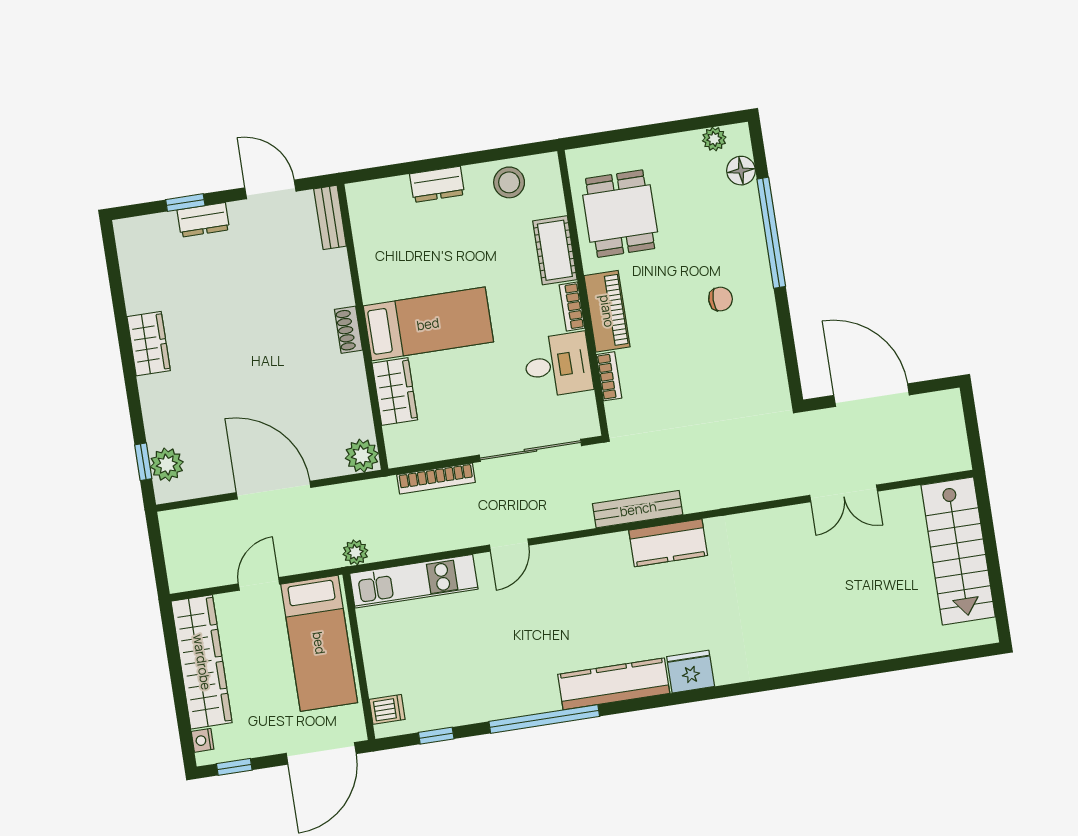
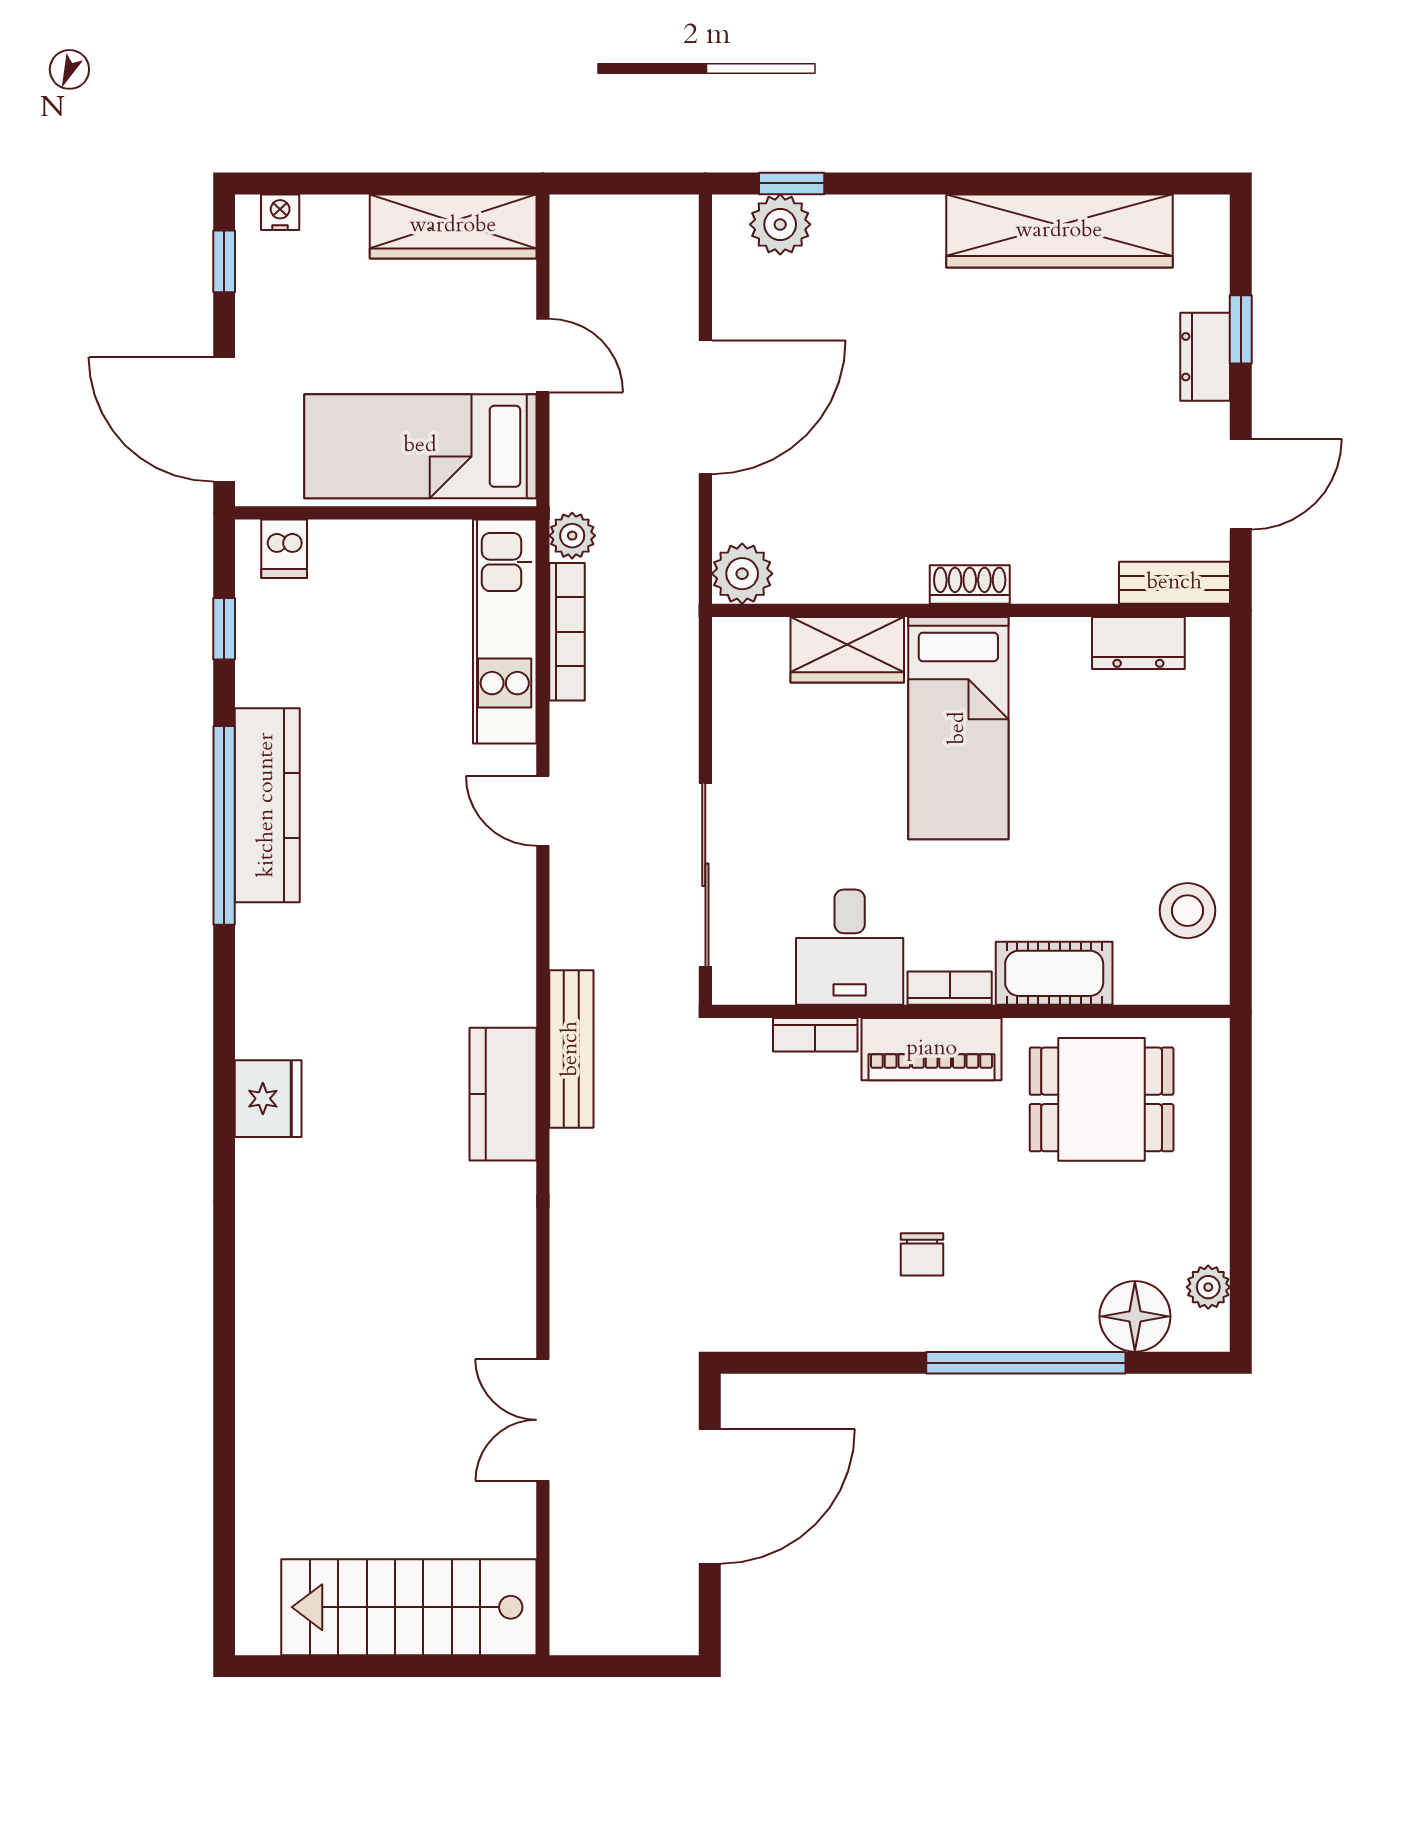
floor lamp: (741, 171) -> (1135, 1316), width x1.38, depth x1.38
dresser: (437, 184) -> (1138, 643), moved, turned -90
wardrobe: (149, 344) -> (1059, 231), width x2.10, depth x1.17
bookcase: (436, 479) -> (567, 632), moved, turned 180
wardrobe: (202, 662) -> (453, 226), width x0.71, depth x0.85
kitchen counter: (614, 684) -> (267, 805), moved

